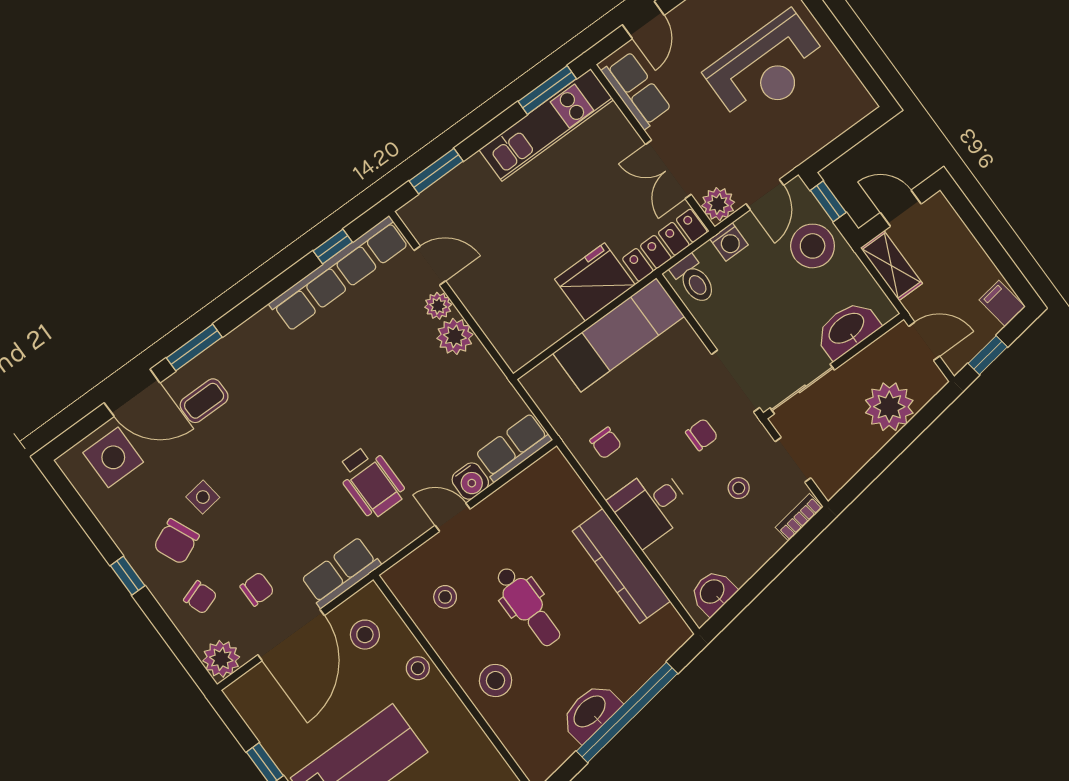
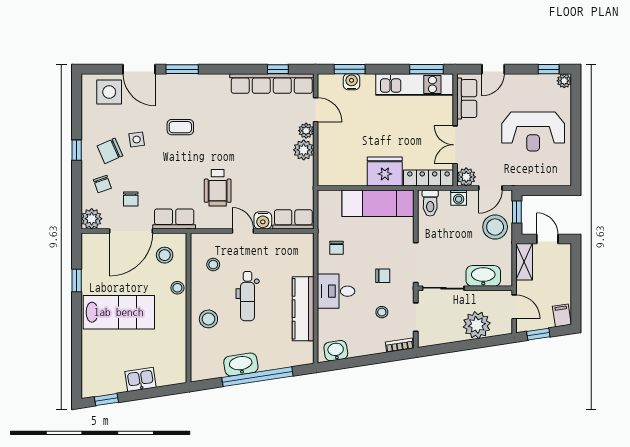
water cooler: (452, 187) -> (352, 82), added
coffee table: (204, 401) -> (180, 127), moved
chair: (257, 589) -> (131, 199), turned 90

